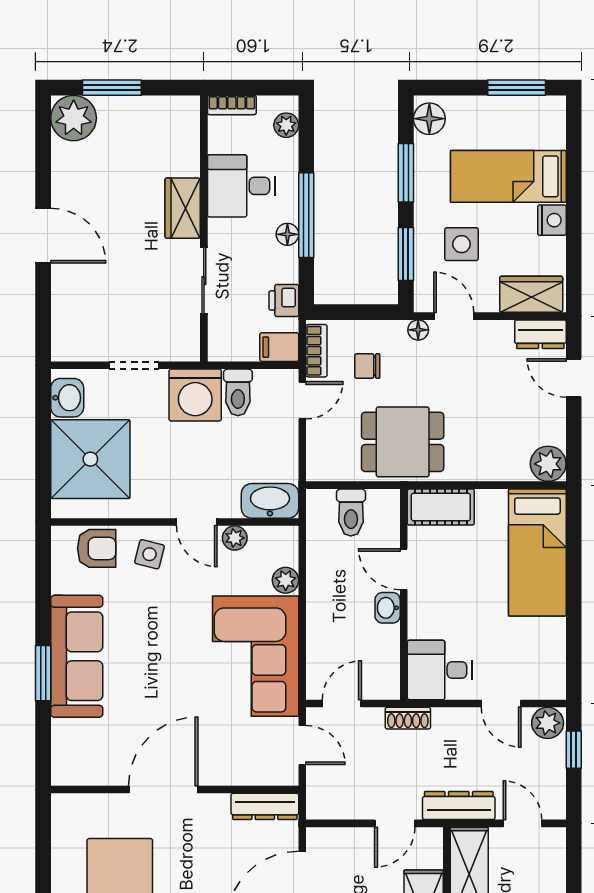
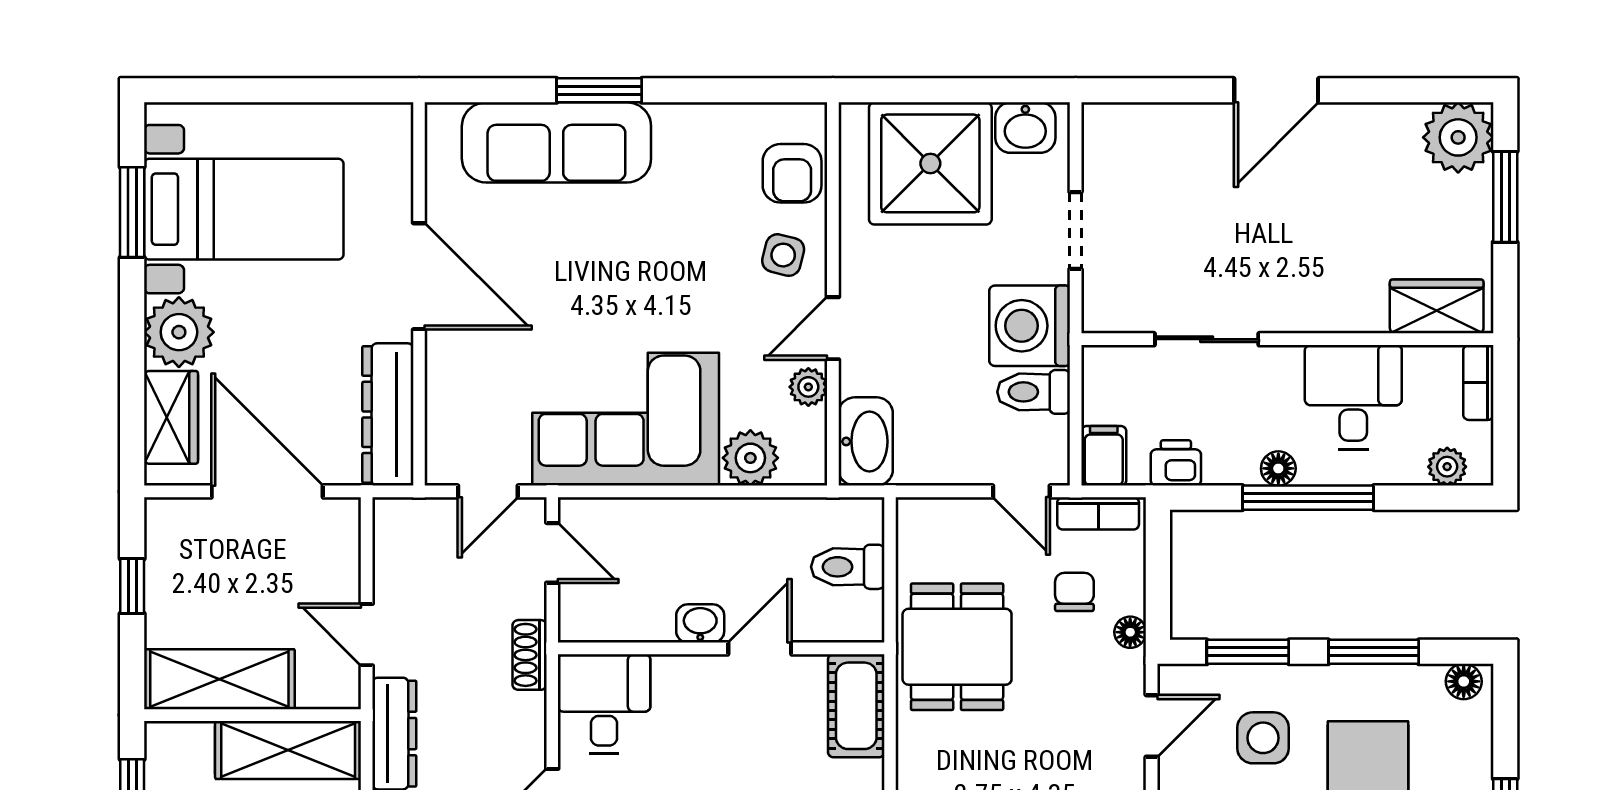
floor lamp: (429, 119) -> (1464, 681), width x0.73, depth x0.73
wardrobe: (183, 208) -> (1437, 306), moved
floor lamp: (418, 330) -> (1130, 632), moved
plant: (286, 580) -> (750, 458), width x1.38, depth x1.38
sofa: (77, 656) -> (556, 142), moved
dresser: (265, 806) -> (388, 414), width x1.37, depth x1.24

